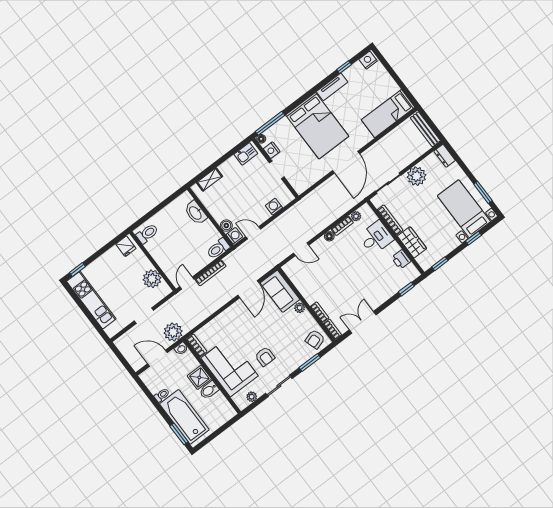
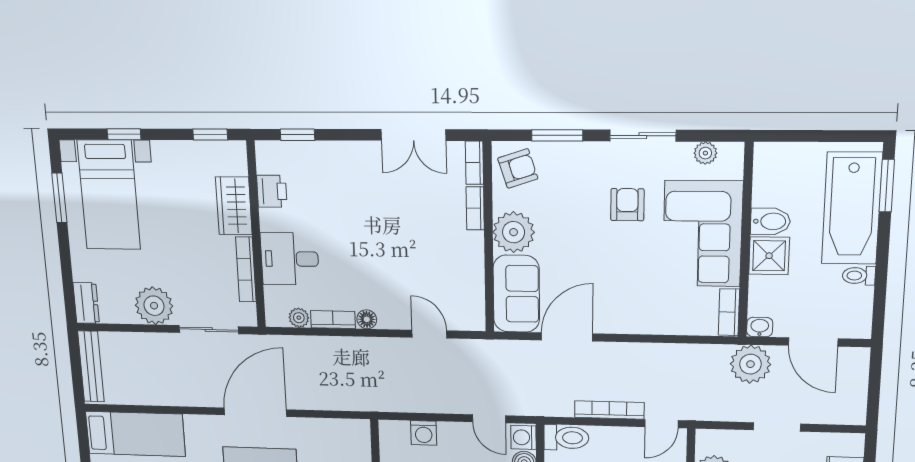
plant: (300, 308) -> (514, 232), width x1.87, depth x1.87

